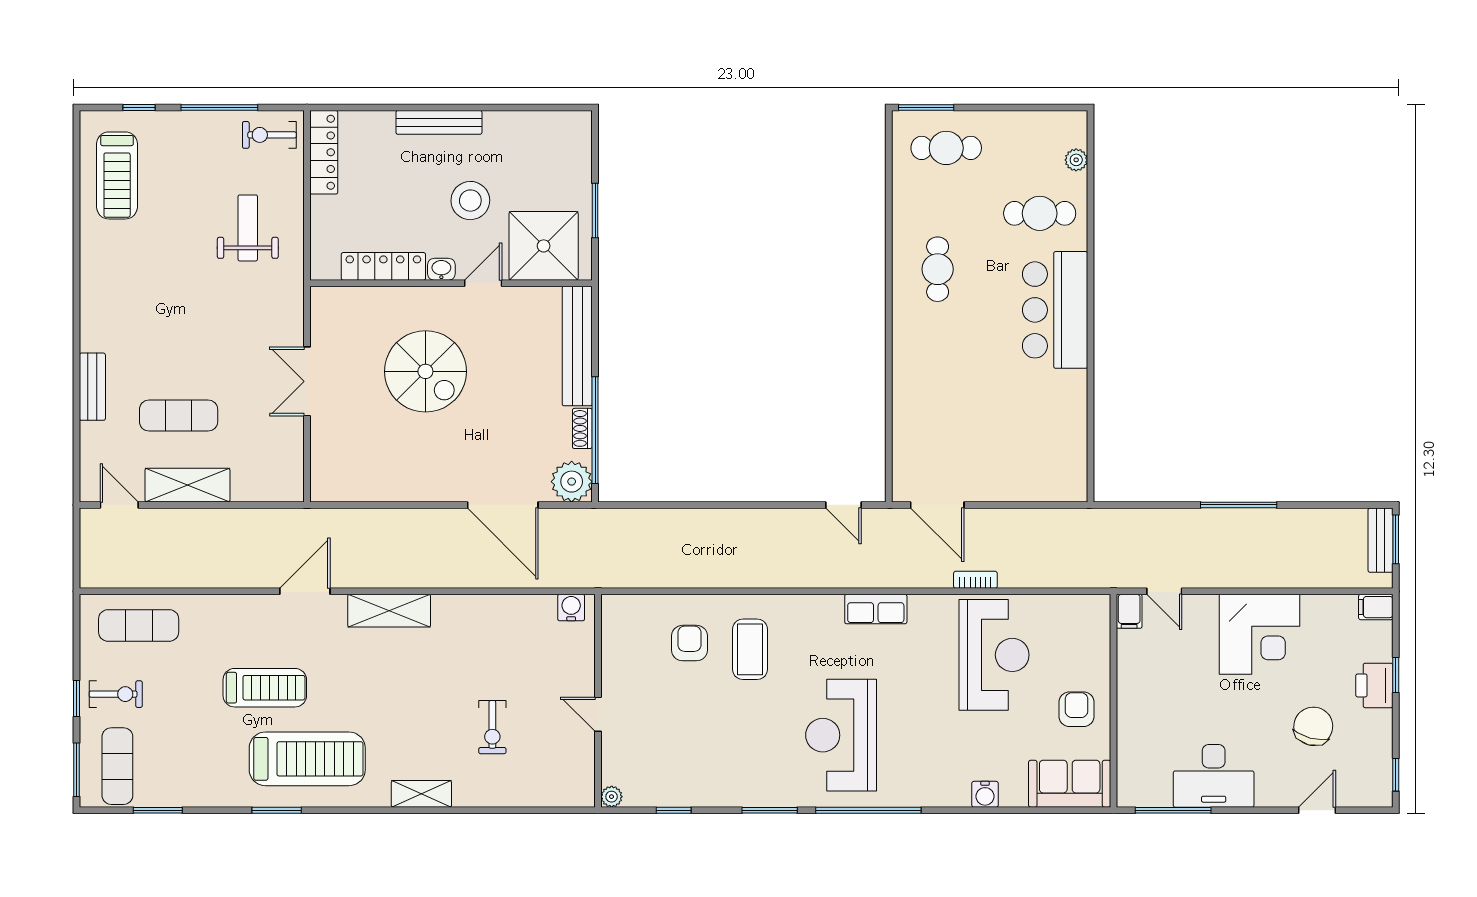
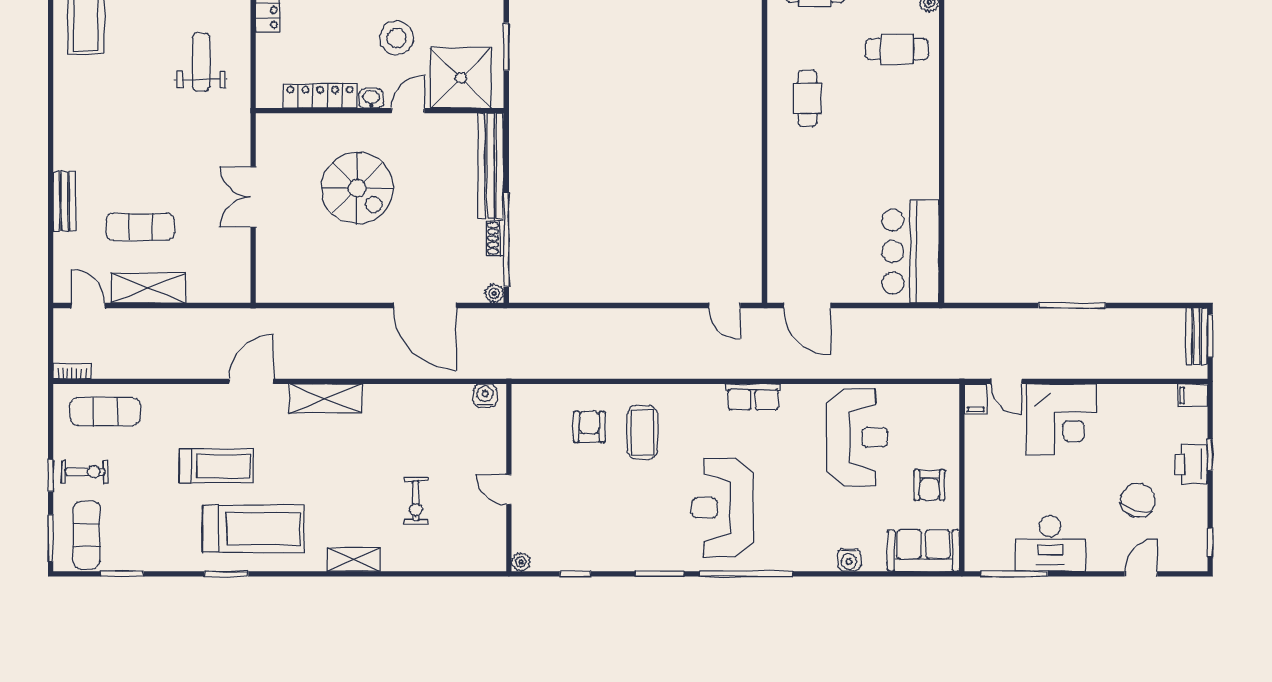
bar counter: (1055, 310) -> (911, 252), moved
plant: (572, 482) -> (494, 293), width x0.53, depth x0.53
bookcase: (975, 580) -> (72, 371), moved
corner desk: (1260, 634) -> (1061, 419), moved
armchair: (1077, 709) -> (929, 485), turned 180

